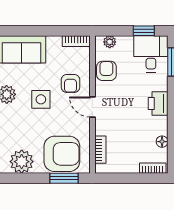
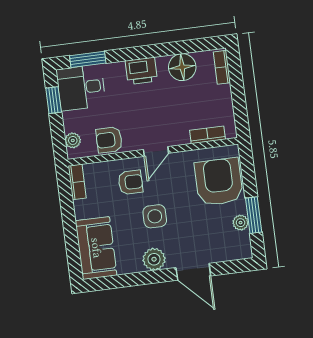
floor lamp: (162, 142) -> (182, 67), width x1.89, depth x1.89
plant: (22, 162) -> (241, 223), width x0.53, depth x0.53
window: (64, 178) -> (254, 215), moved

